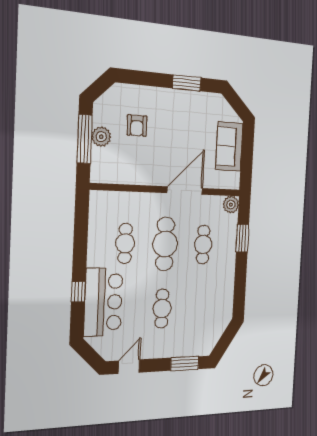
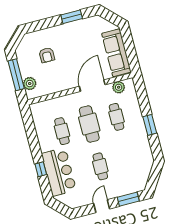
plant: (101, 137) -> (30, 84), moved
sofa: (229, 147) -> (116, 53), width x1.36
plant: (231, 205) -> (119, 87), moved
window: (243, 238) -> (150, 125), moved
door: (129, 367) -> (102, 206), moved

